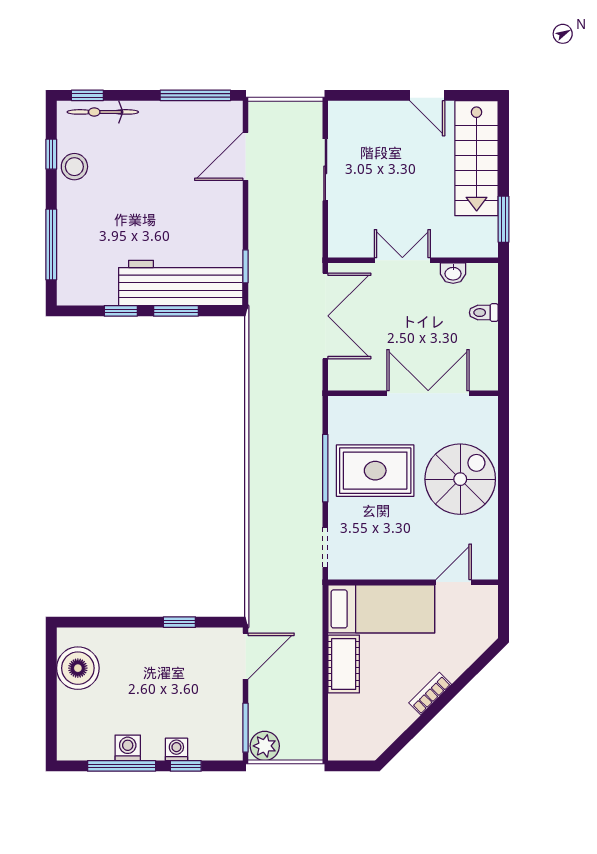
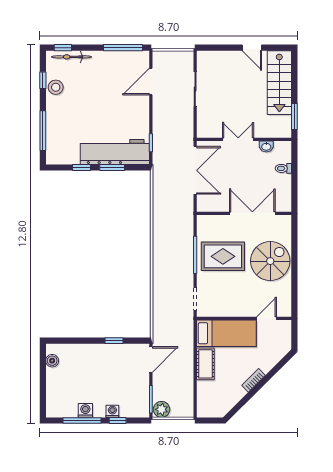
boiler: (78, 668) -> (52, 361), width x0.54, depth x0.54

